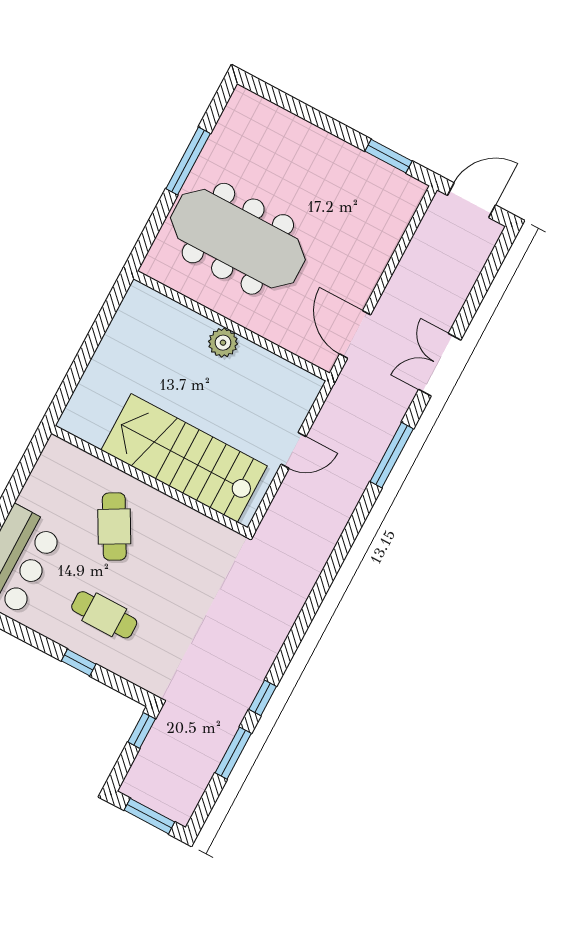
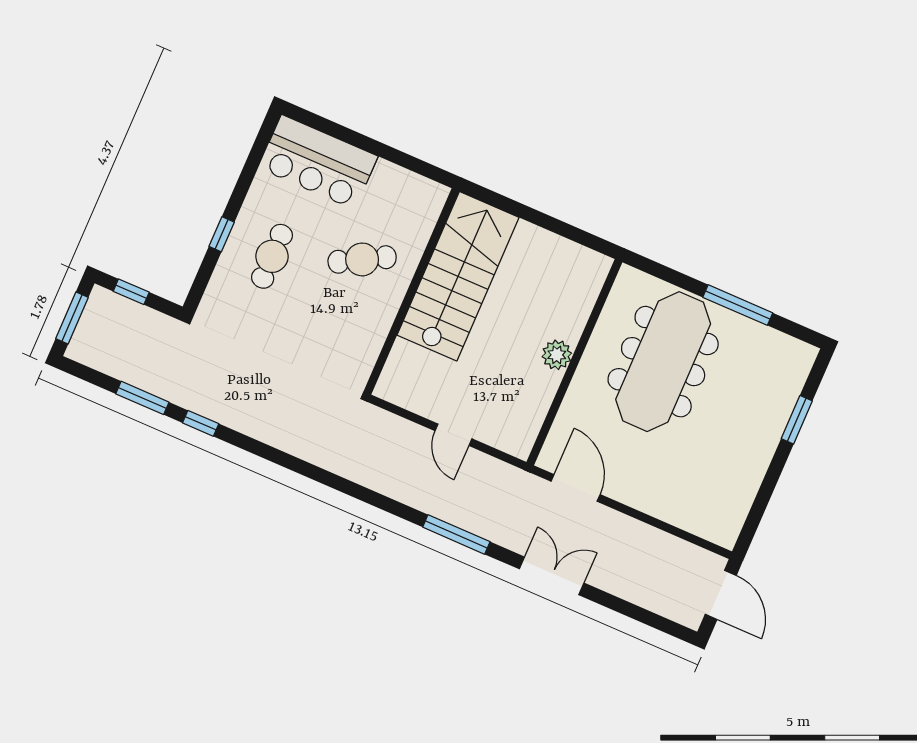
window: (389, 156) -> (797, 420), moved
door: (355, 334) -> (576, 488), hinge flipped
stairs: (184, 458) -> (458, 276), moved
window: (142, 730) -> (131, 292), moved

